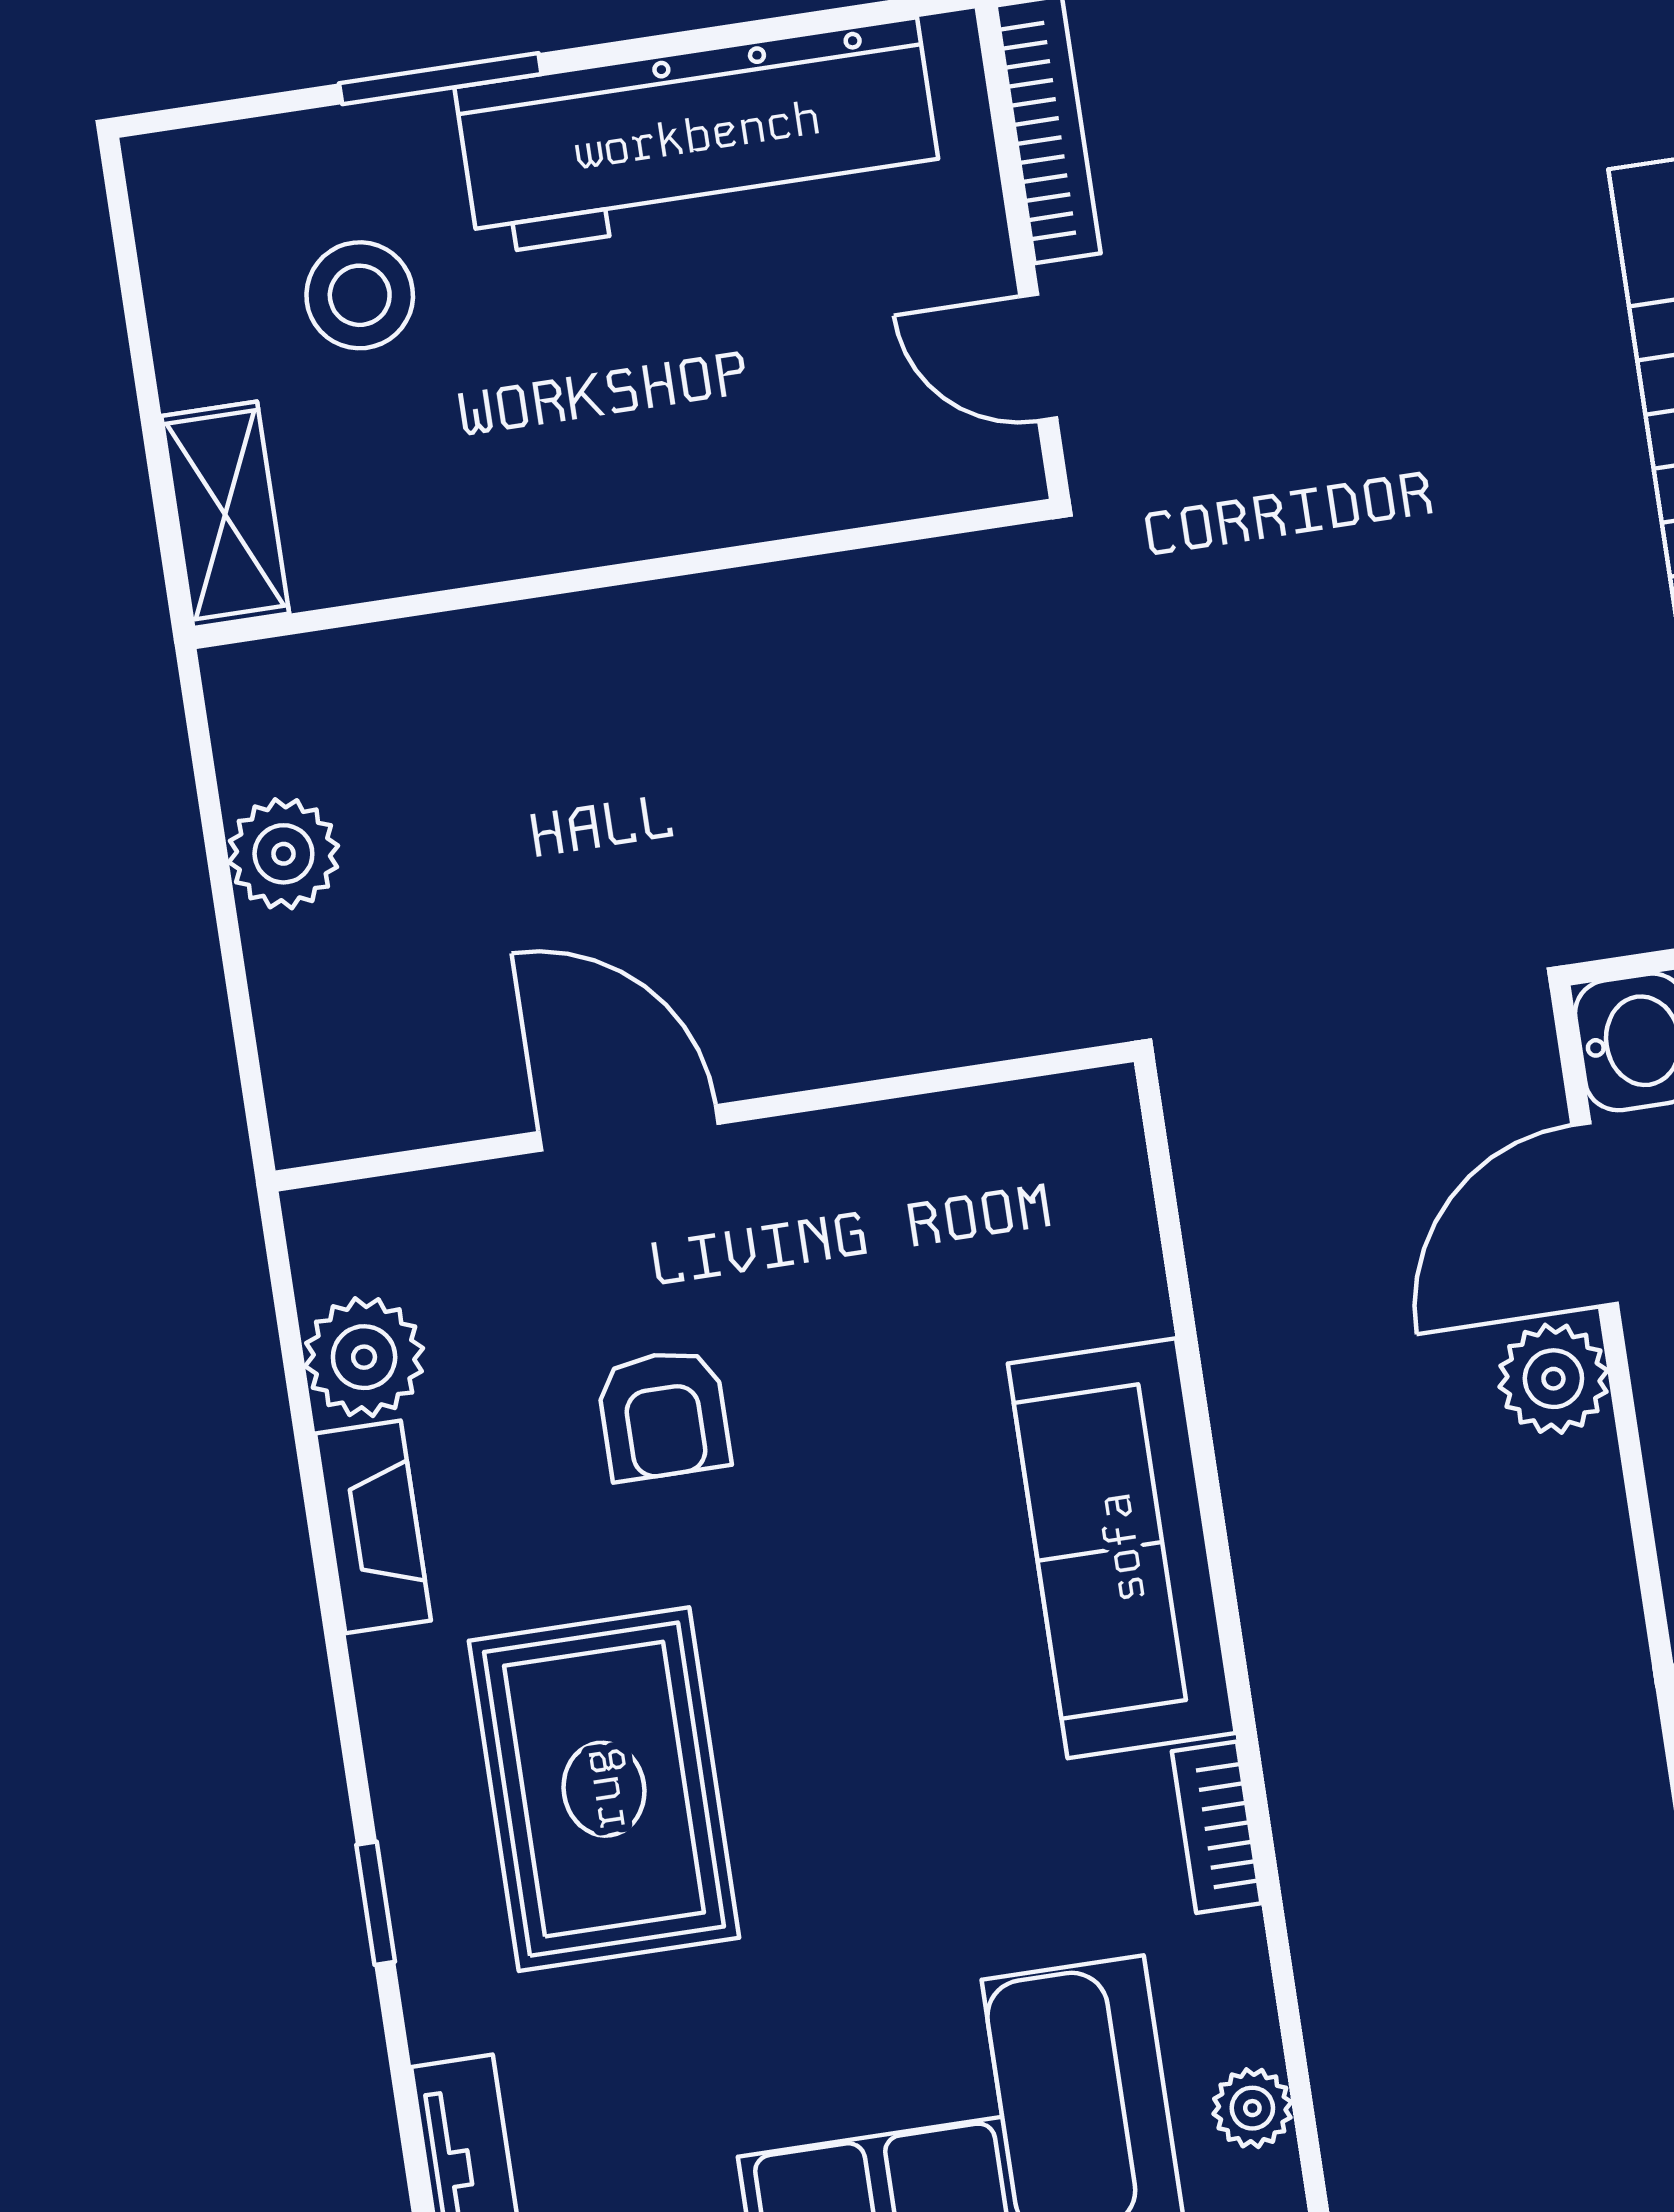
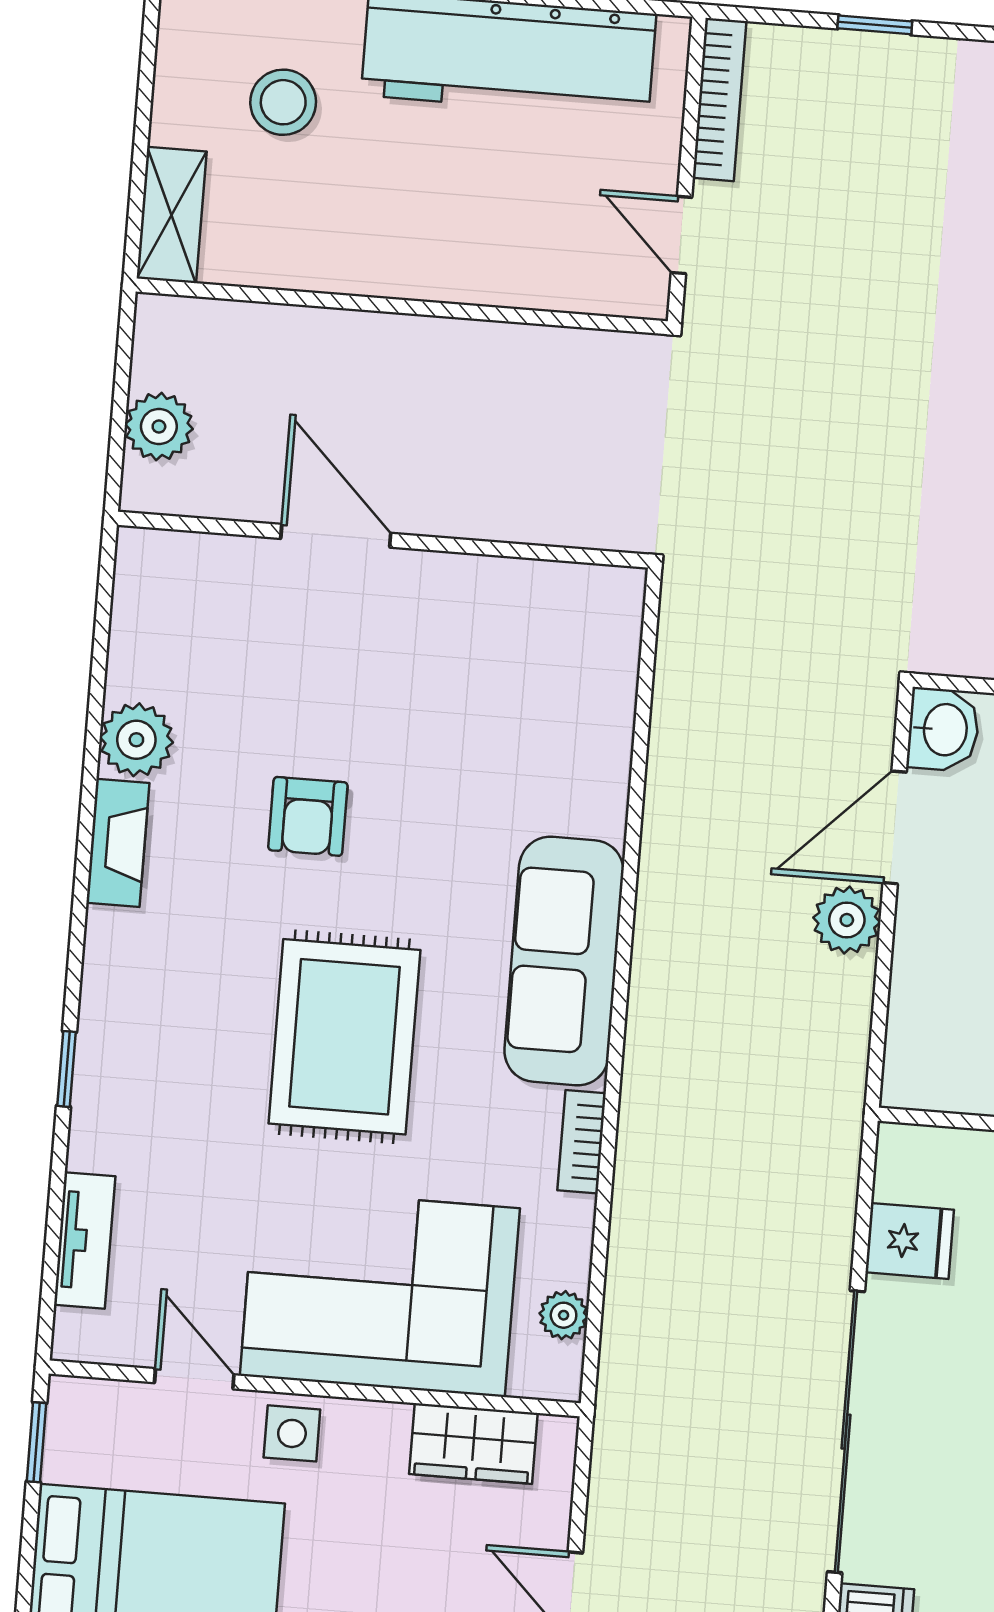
wall: (705, 1116) -> (383, 540), moved
door: (629, 1128) -> (336, 536), moved
rug: (604, 1789) -> (344, 1037), moved

